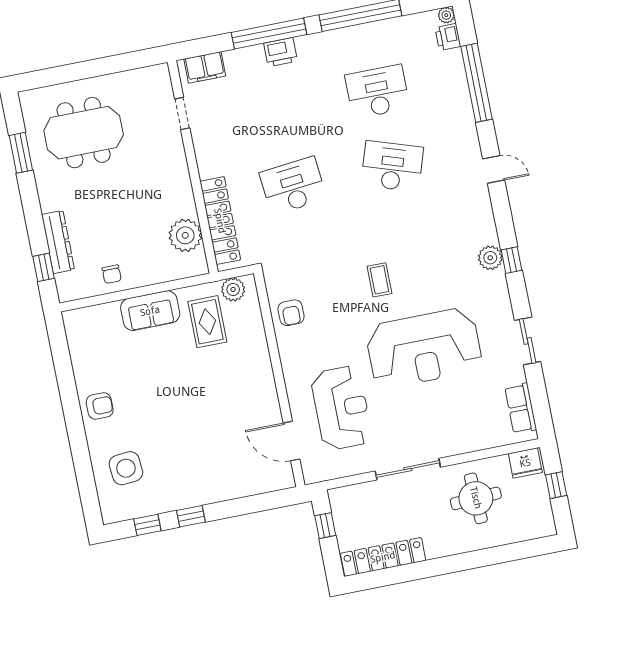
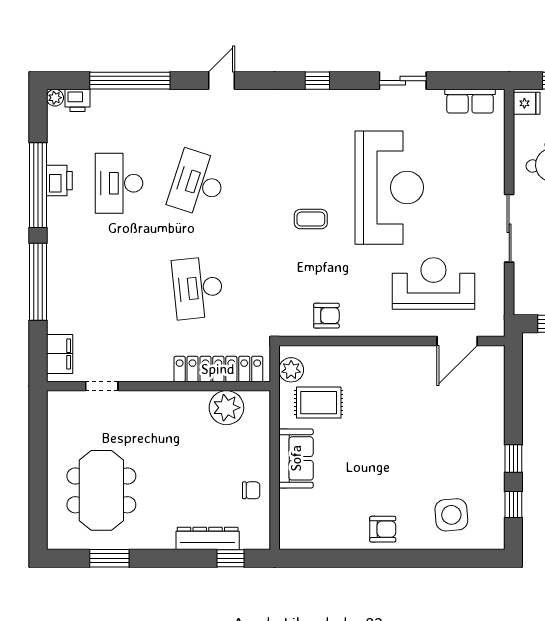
printer: (281, 52) -> (59, 181), moved
plant: (490, 258) -> (311, 102), removed
armchair: (100, 406) -> (383, 529), turned 90
fridge: (525, 463) -> (527, 103), width x0.72

